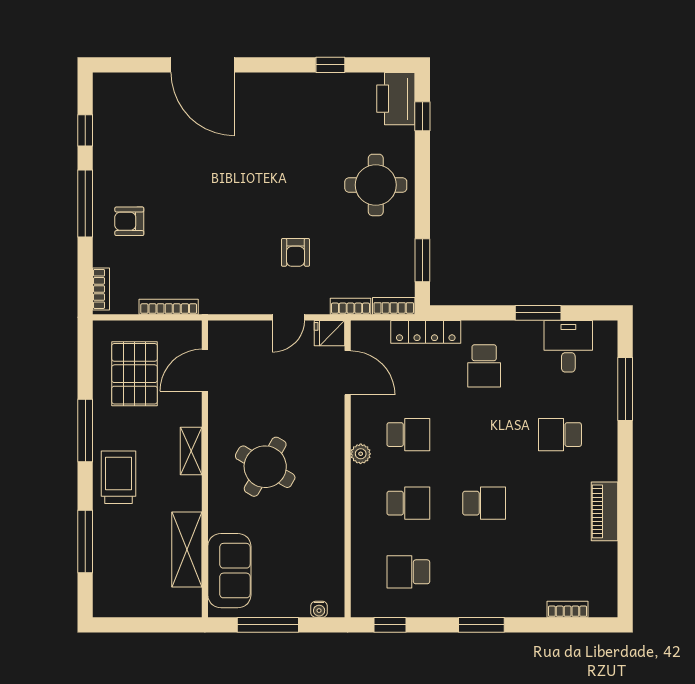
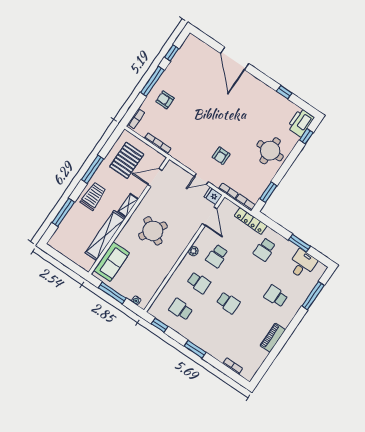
school desk: (408, 435) -> (217, 256), turned 90
shelving: (187, 549) -> (105, 236), width x1.47

